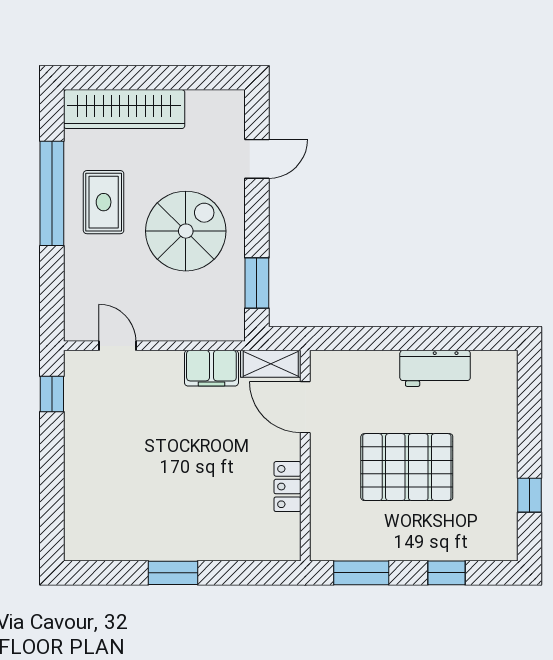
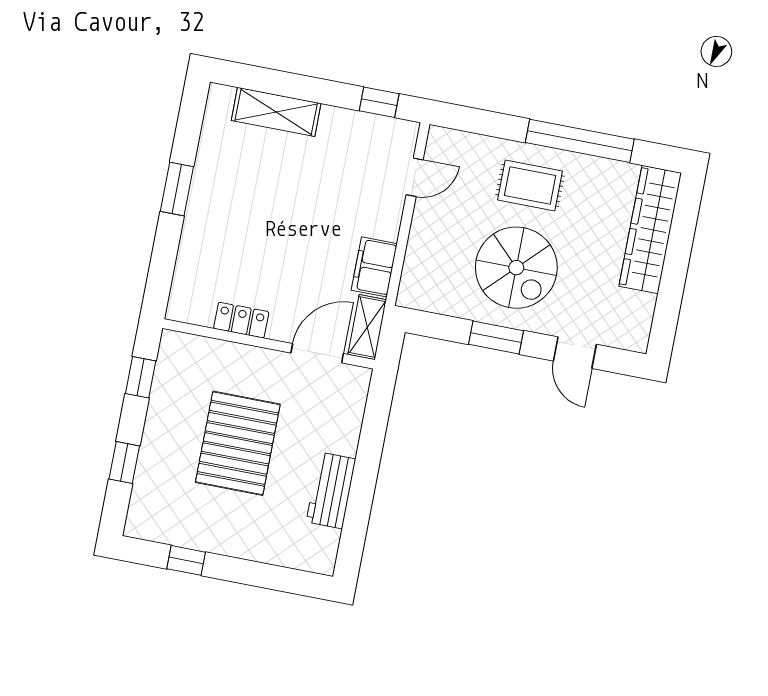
rug: (104, 202) -> (530, 185), moved
window: (257, 283) -> (496, 338), moved
shelving: (80, 492) -> (276, 112), added
window: (361, 573) -> (141, 377), width x0.67

